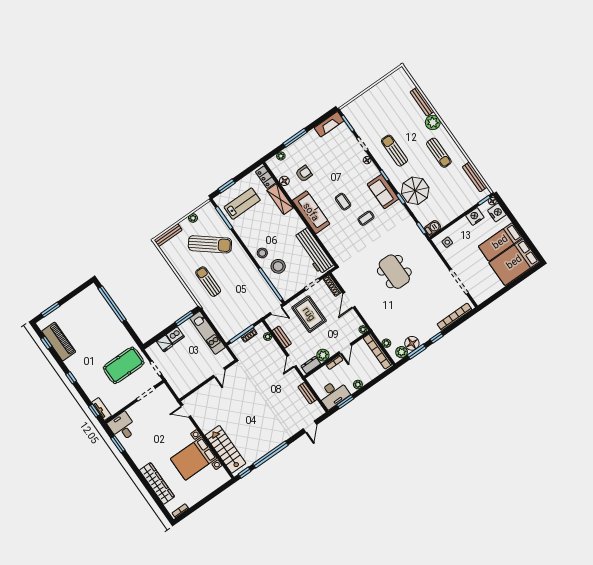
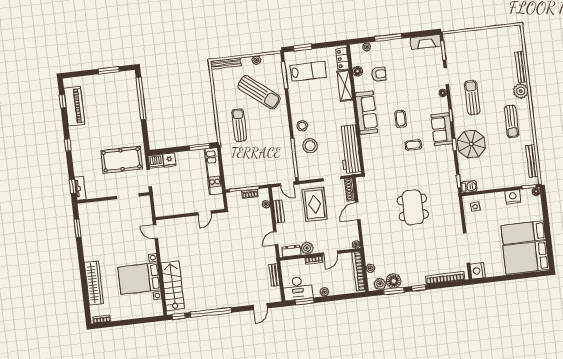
nightstand: (497, 213) -> (478, 271), moved, turned 180
window: (51, 310) -> (109, 70), moved
dishwasher: (175, 336) -> (156, 161), moved
desk: (122, 427) -> (90, 215), removed

